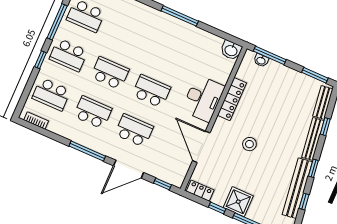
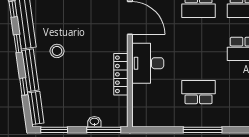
washbasin: (231, 50) -> (141, 119), removed
washbasin: (261, 60) -> (94, 122), moved
school desk: (151, 91) -> (198, 92), moved, turned 180
stool: (249, 144) -> (57, 51), moved

